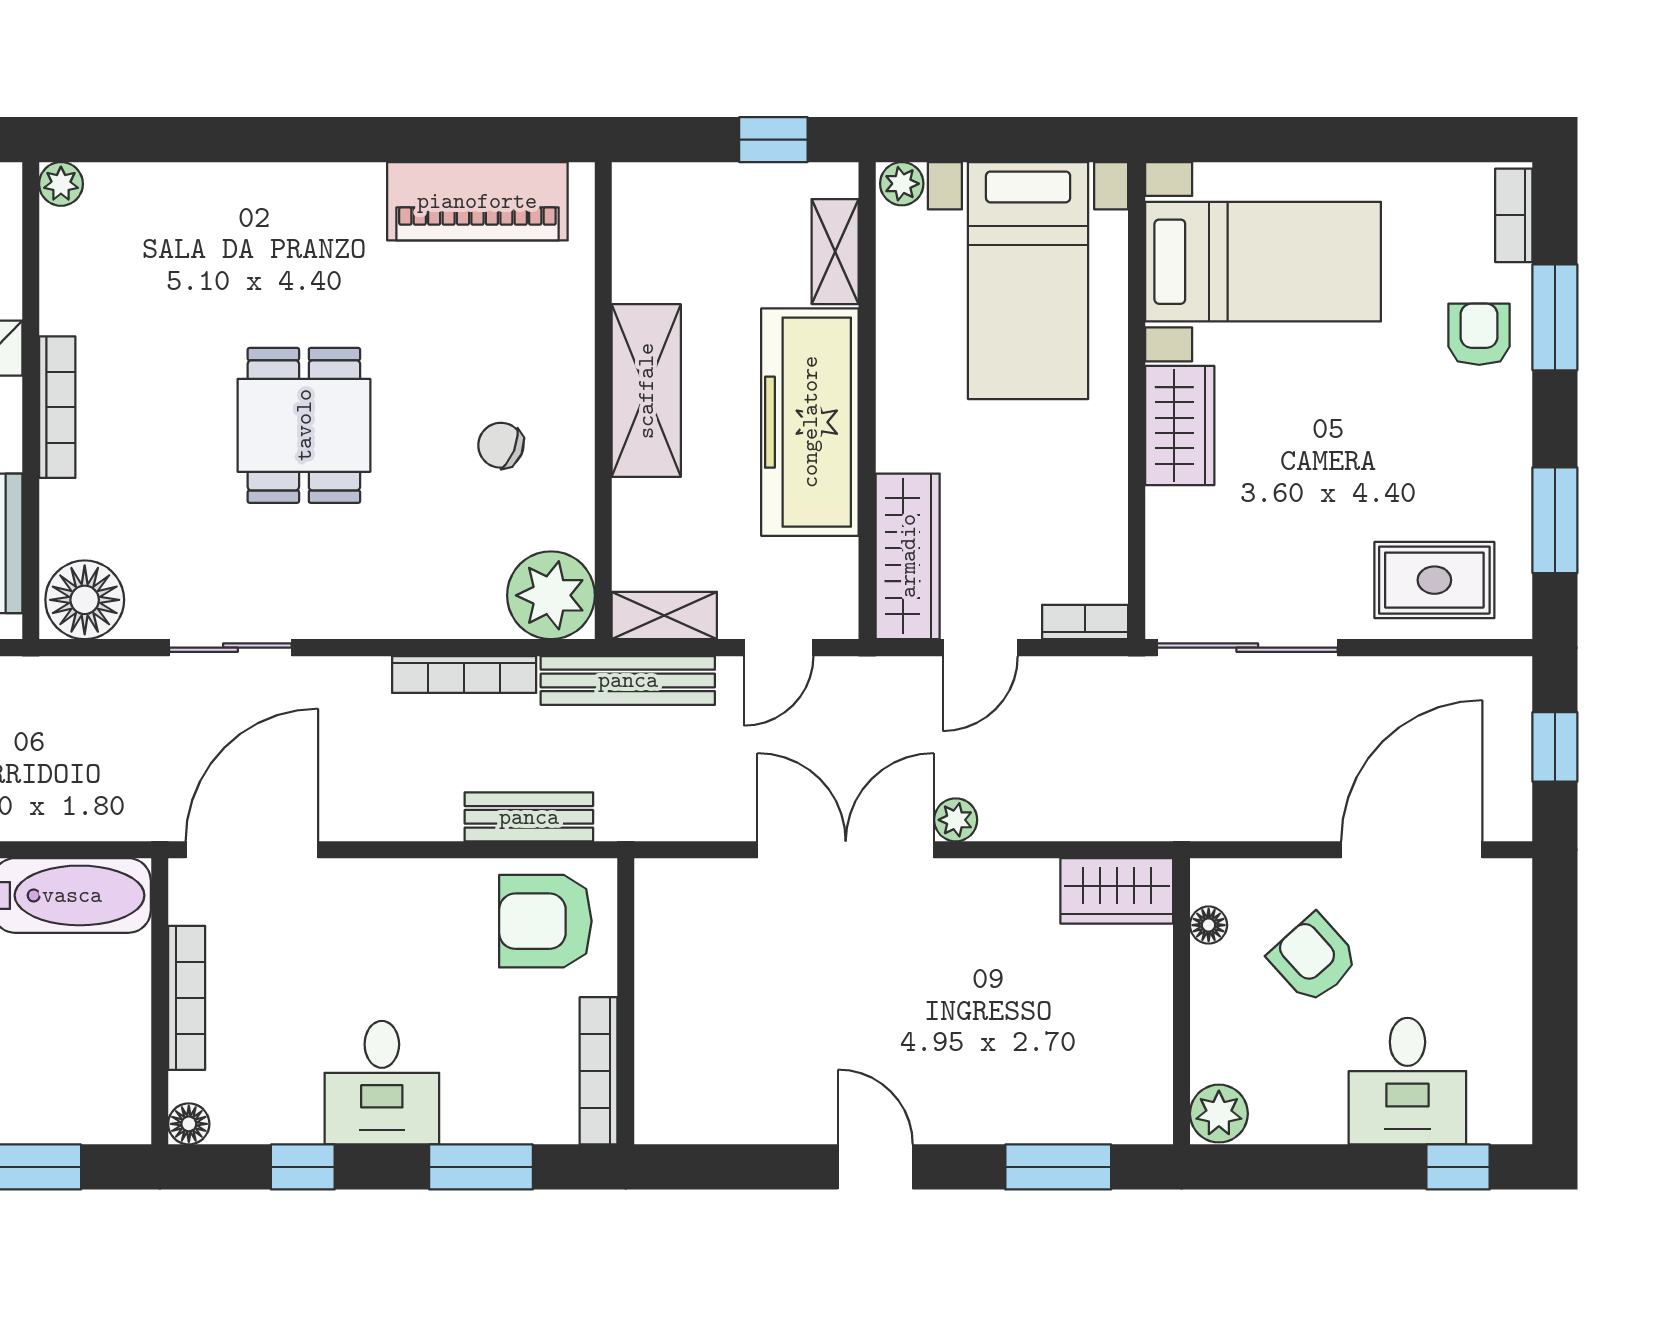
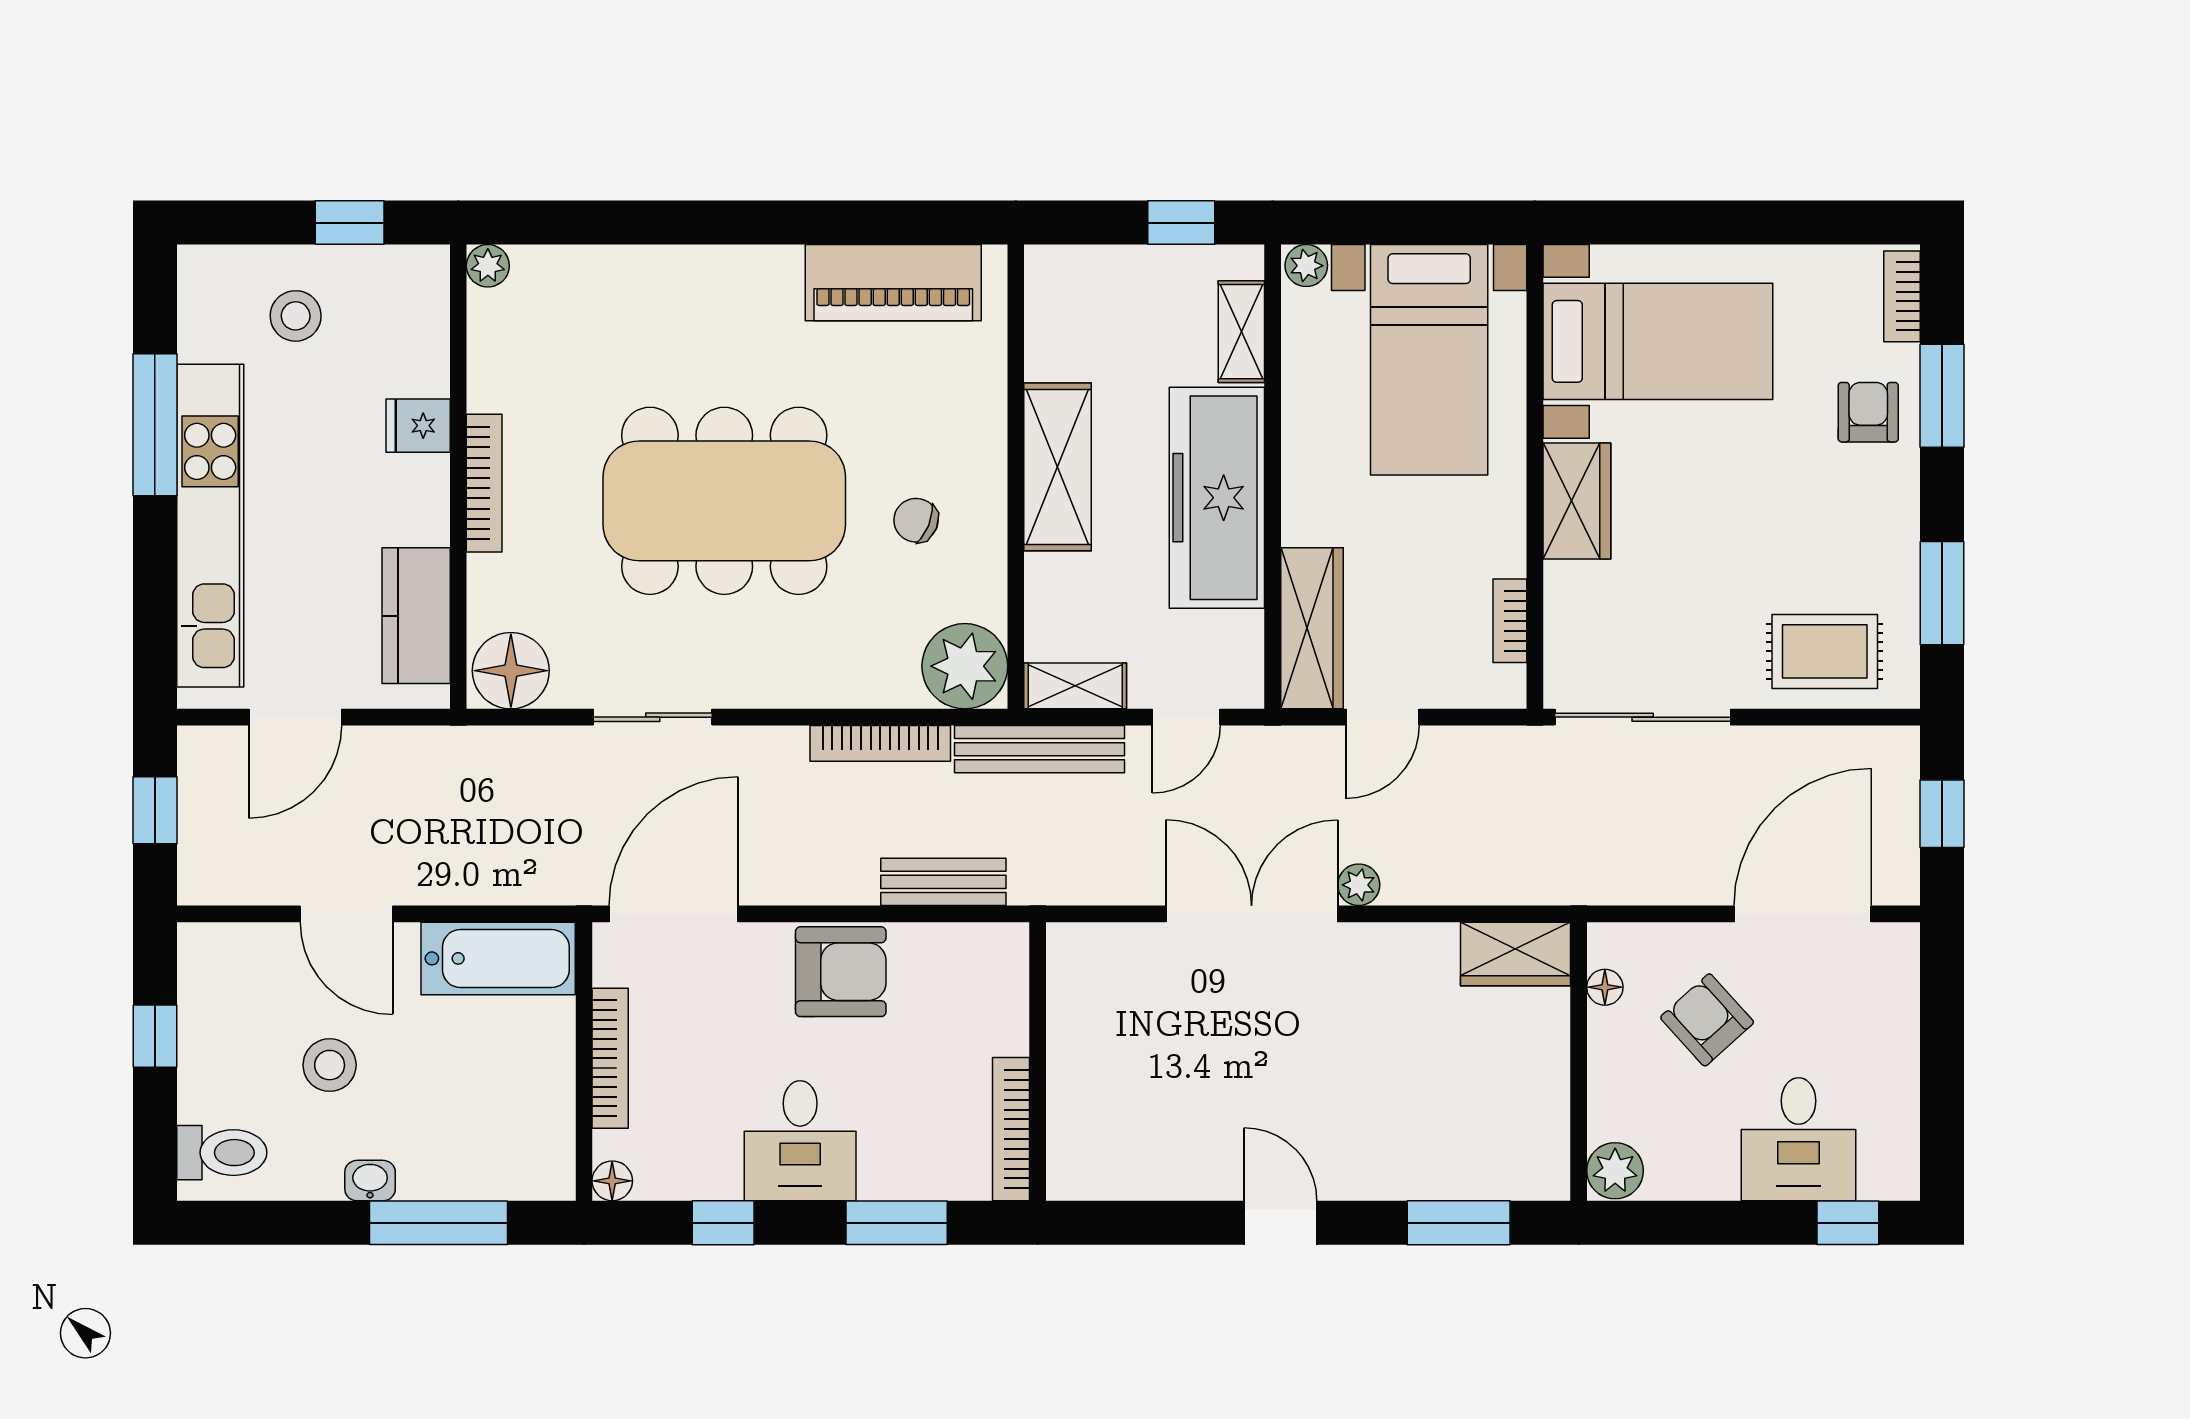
dining table: (304, 425) -> (724, 501), width x1.87, depth x1.24
bookcase: (1085, 622) -> (1510, 621), moved, turned -90
armchair: (545, 921) -> (841, 972), moved, turned 180

